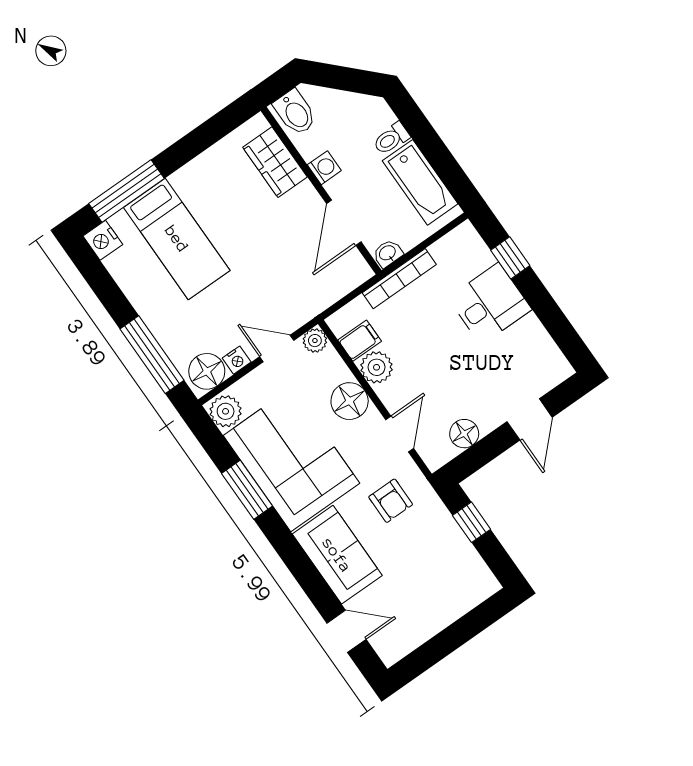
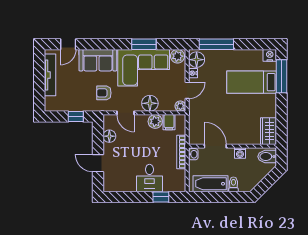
wardrobe: (275, 162) -> (268, 131), moved, turned -90
tv unit: (428, 625) -> (50, 75), added

